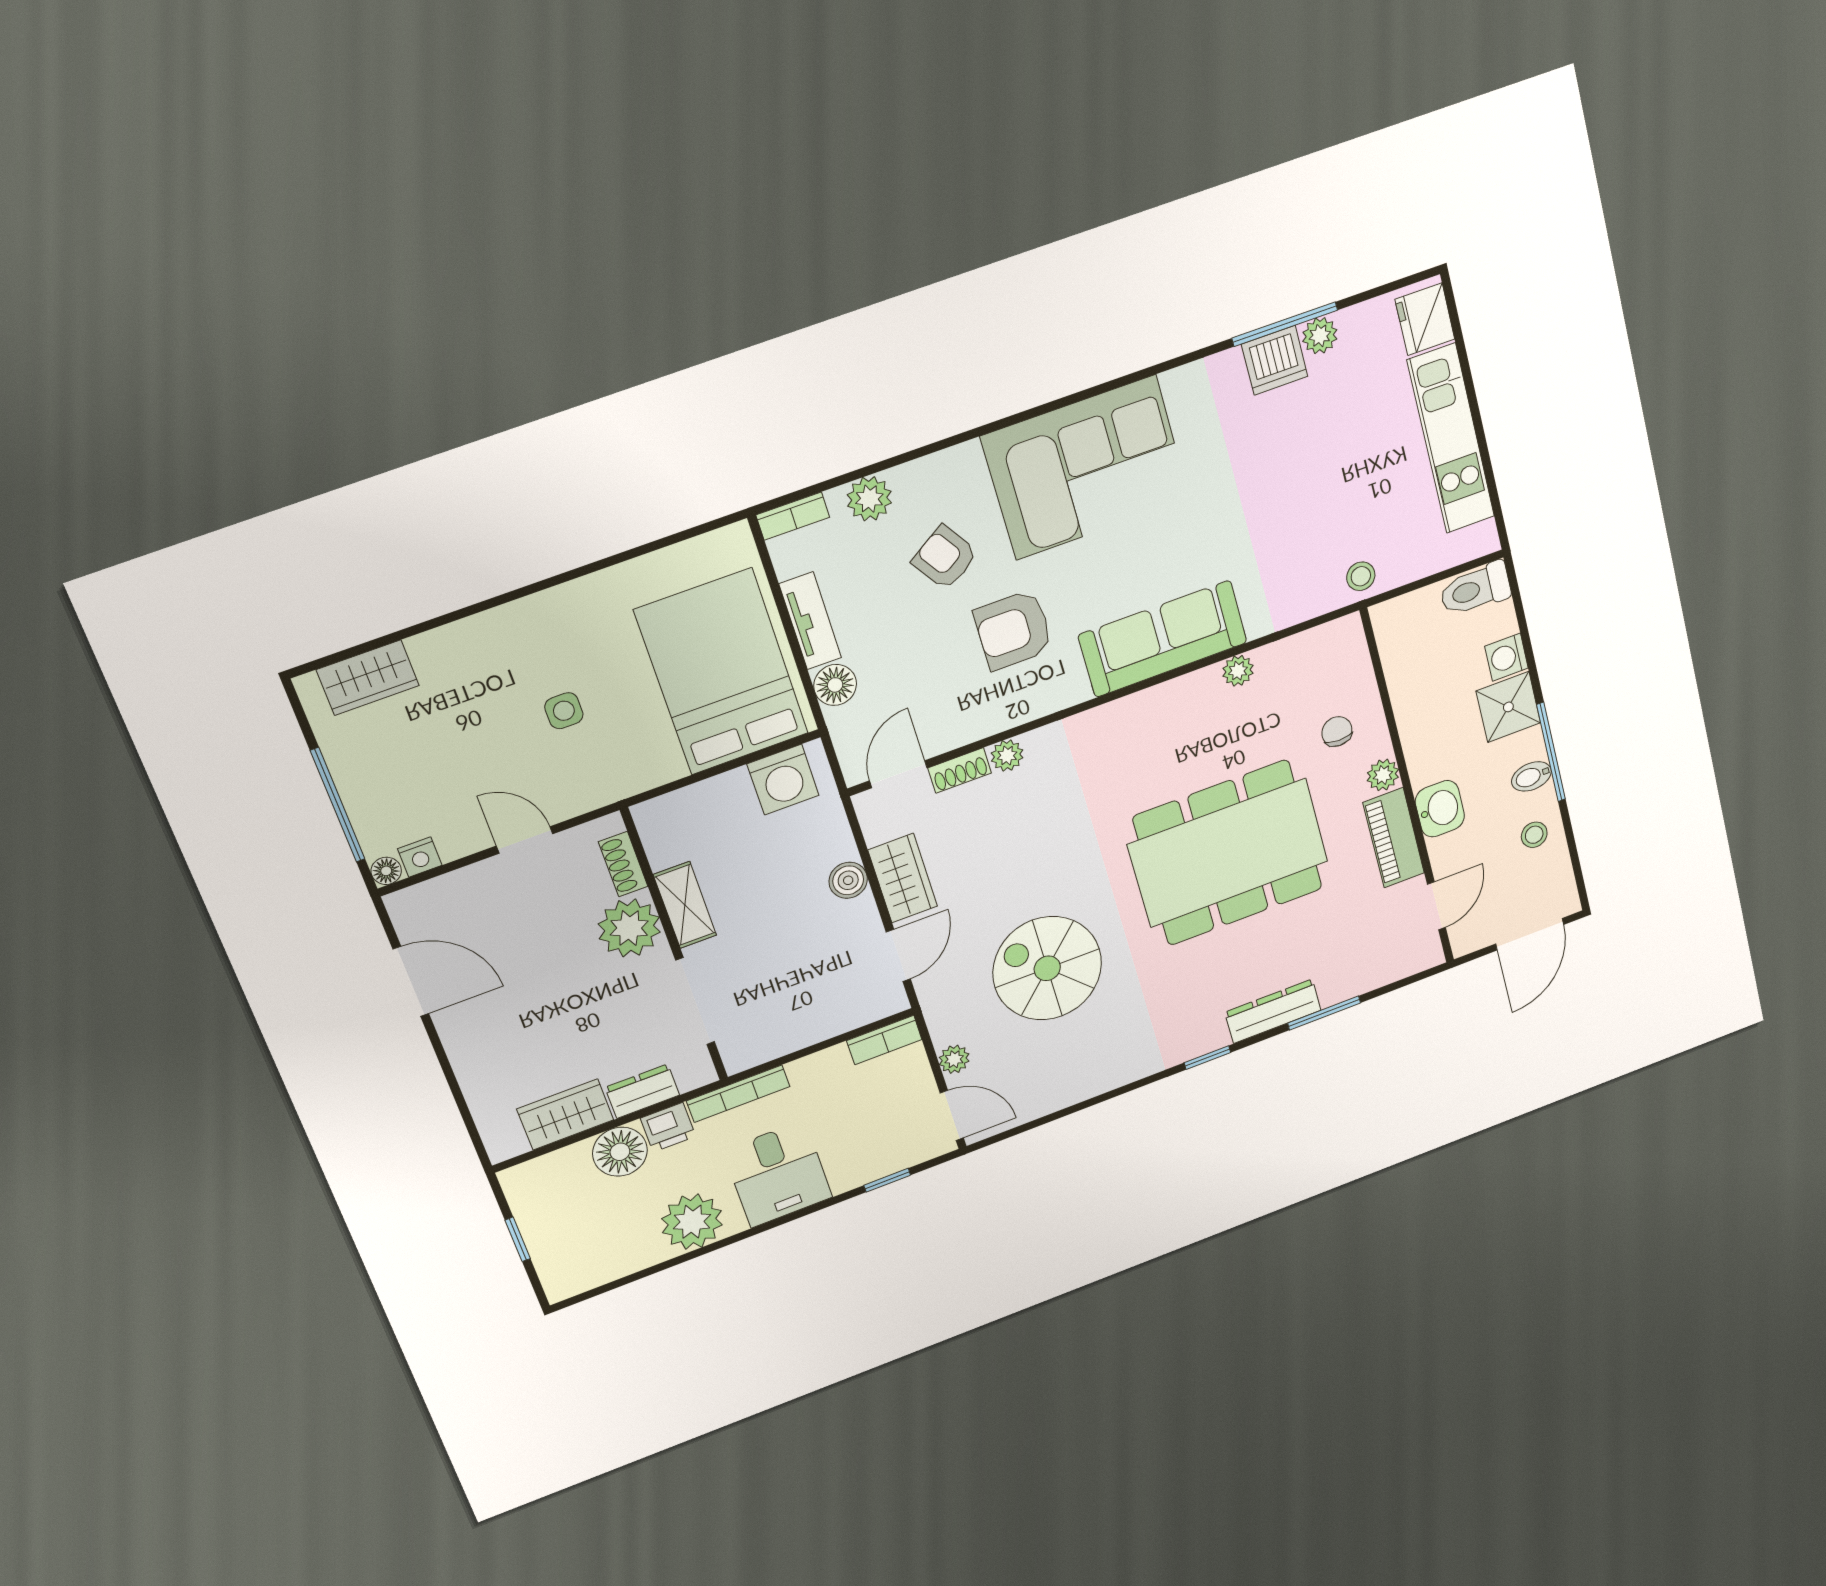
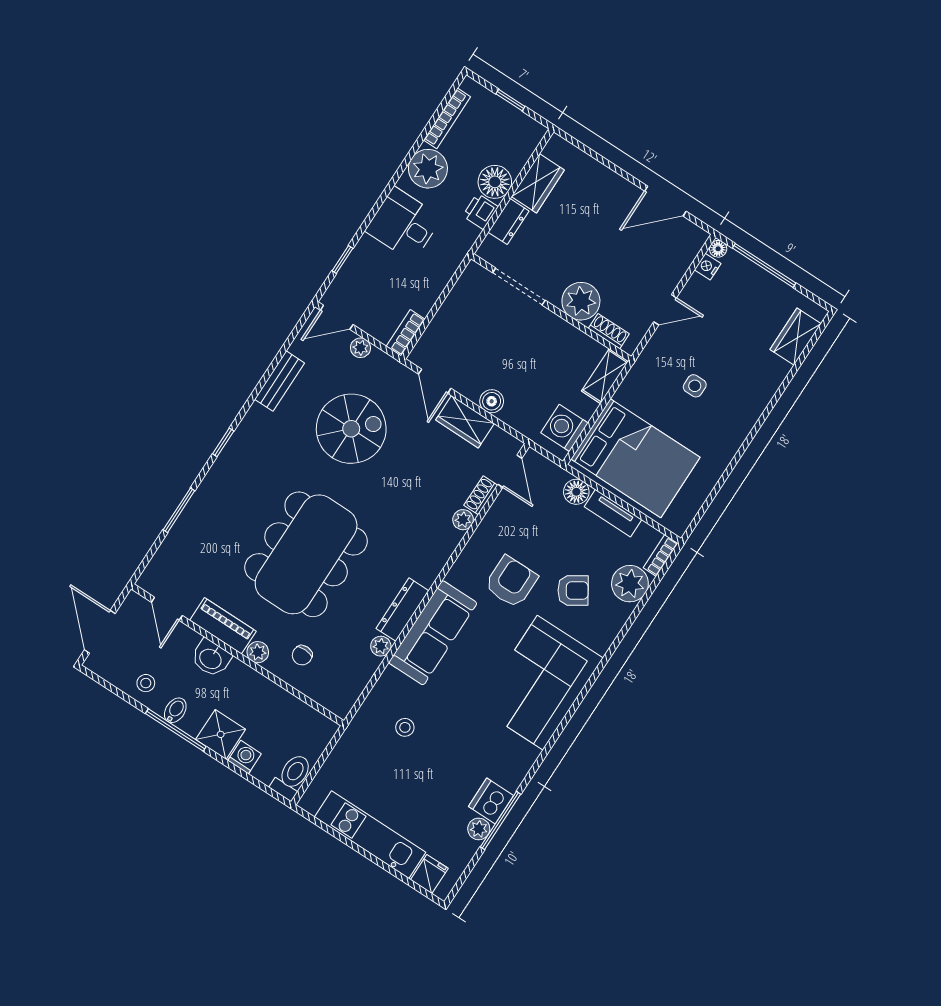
fridge: (1425, 319) -> (429, 874), width x0.72
plant: (869, 499) -> (630, 584), width x1.36, depth x1.36
stool: (1361, 576) -> (405, 727), moved
chair: (1337, 731) -> (302, 655), turned 91
shelving: (685, 905) -> (605, 376), moved, turned 90
dresser: (1273, 1011) -> (402, 610), moved, turned 180
bench: (1082, 1085) -> (280, 381), added
bookcase: (738, 1094) -> (447, 118), moved, turned 180

